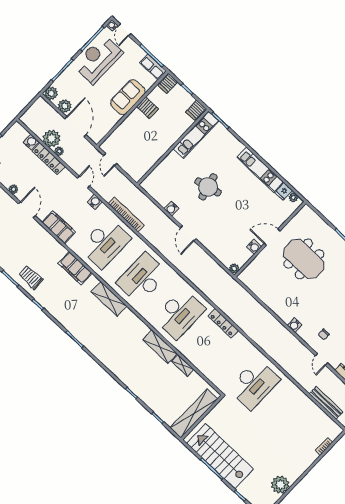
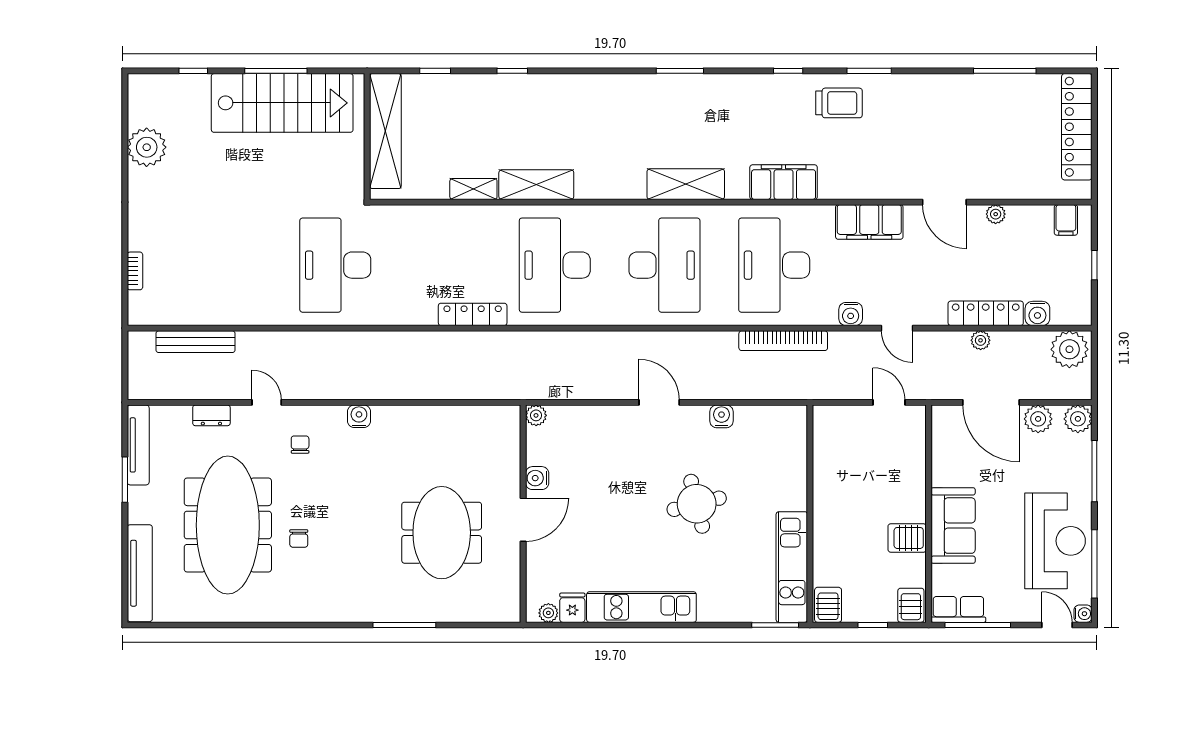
plant: (52, 138) -> (1069, 349), moved
meeting table: (304, 259) -> (442, 533), turned 90

